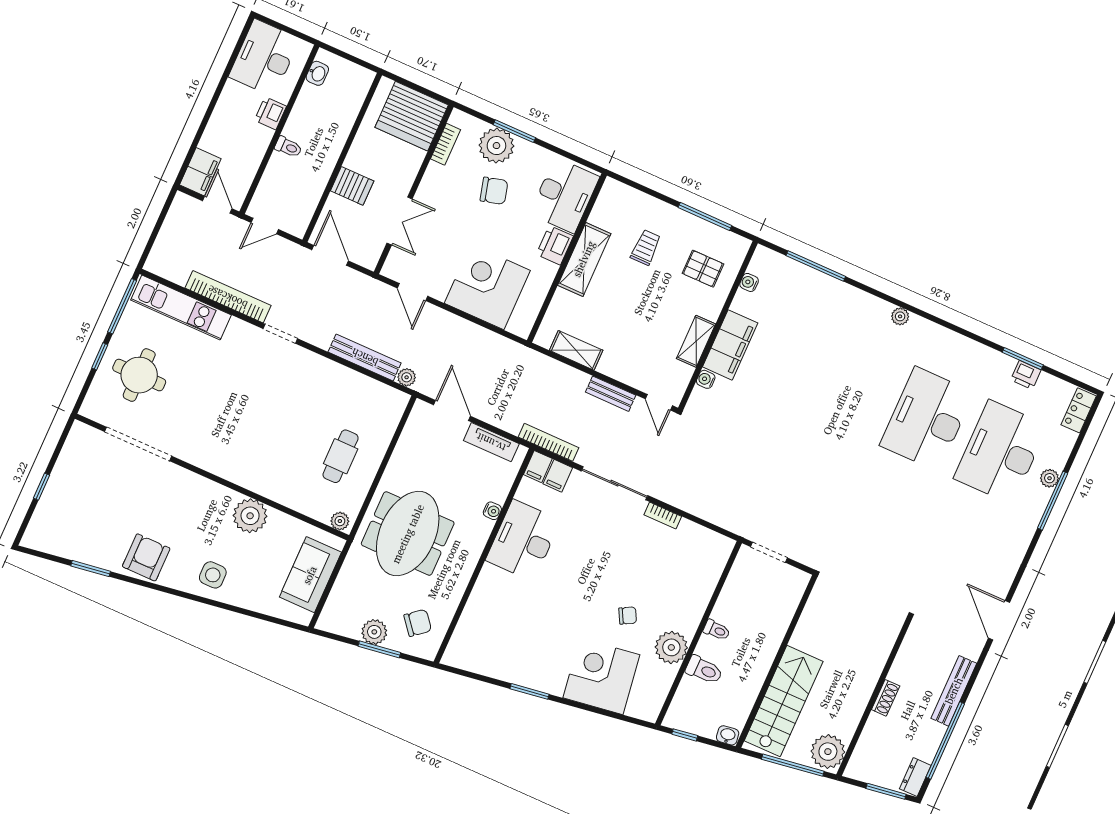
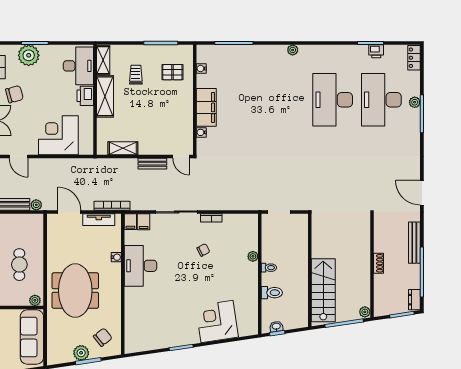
chair: (494, 191) -> (14, 94), moved
shelving: (696, 341) -> (103, 60), moved
bookcase: (548, 442) -> (112, 206), moved
sofa: (310, 575) -> (32, 337), width x1.36
chair: (628, 616) -> (203, 250), moved
plant: (671, 647) -> (253, 256), moved, width x0.53, depth x0.53
washbasin: (728, 735) -> (276, 326), moved
plant: (828, 752) -> (365, 312), width x0.53, depth x0.53

